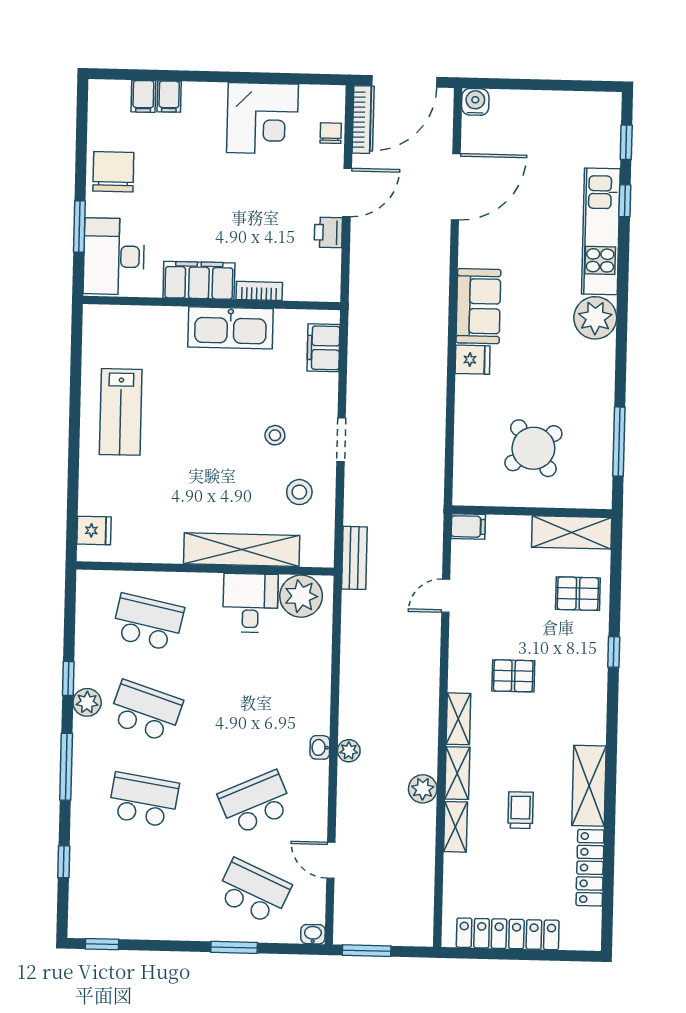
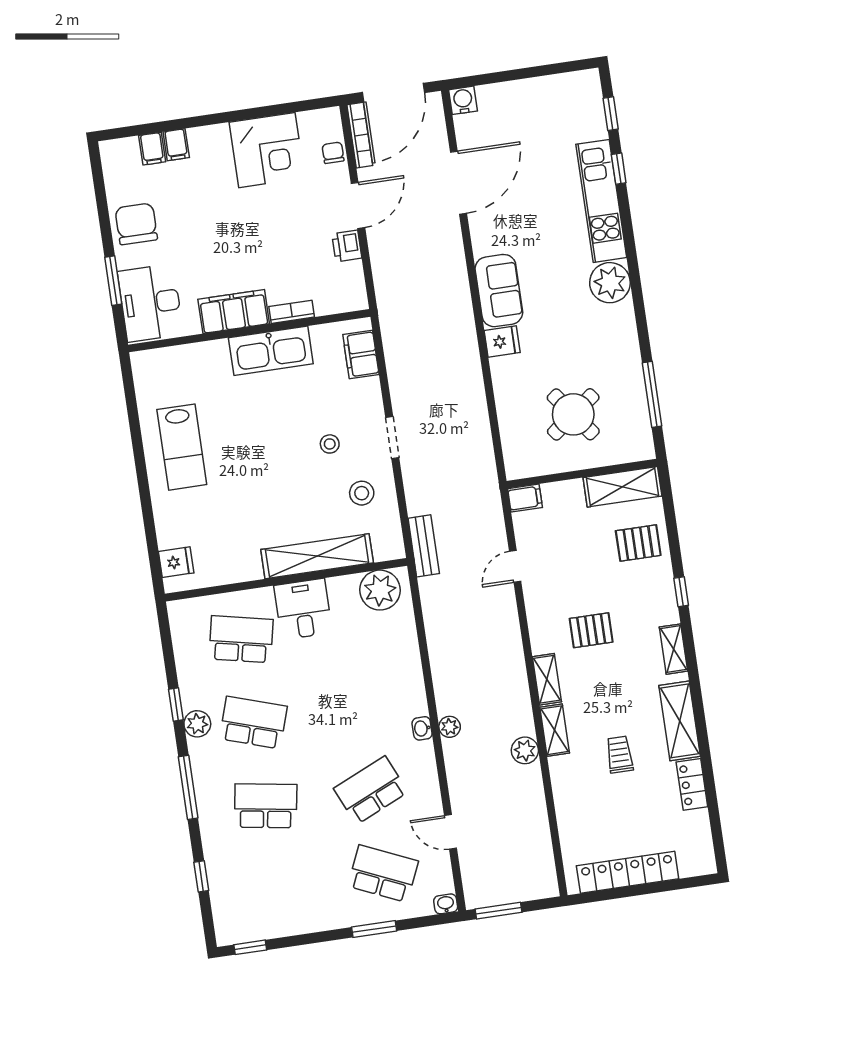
desk: (250, 603) -> (303, 609), moved
shelving: (455, 827) -> (674, 649), moved
locker: (590, 868) -> (692, 784), width x0.66

